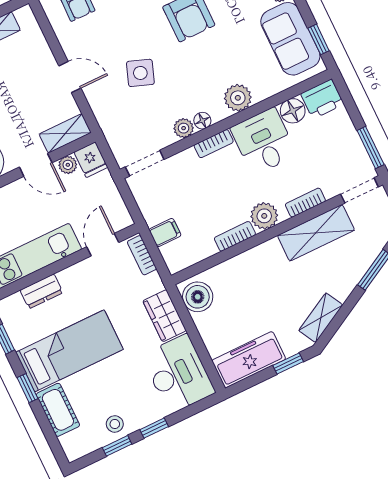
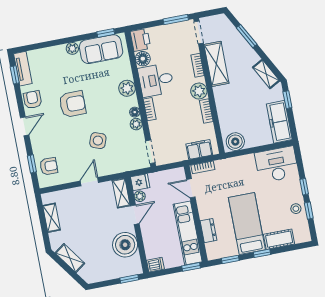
filing cabinet: (165, 233) -> (199, 149), width x2.00
wardrobe: (165, 316) -> (241, 164), removed

